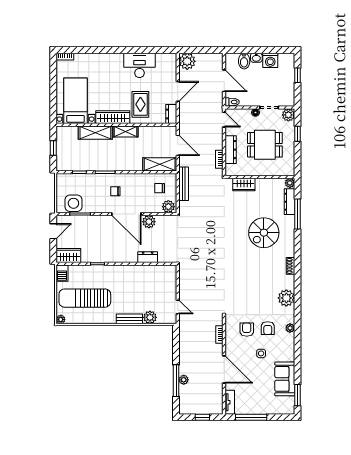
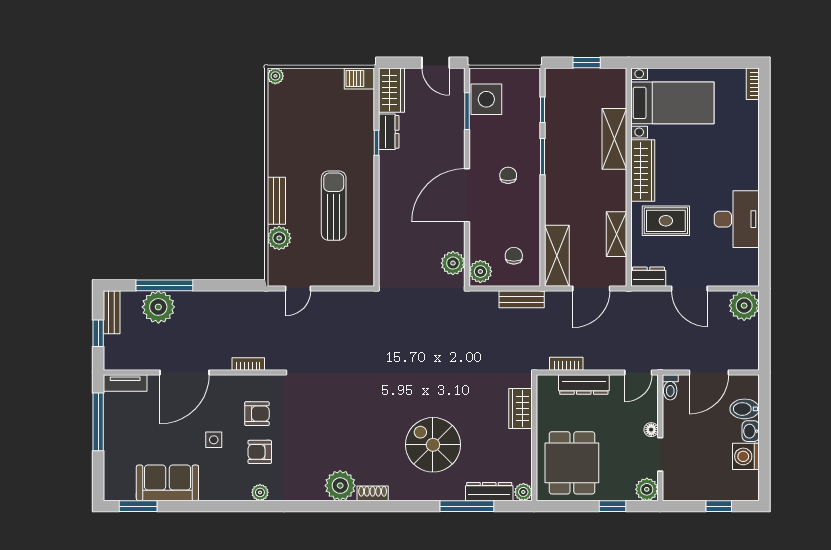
shelving: (125, 132) -> (617, 234), moved
dining table: (265, 145) -> (572, 463), moved
bench: (184, 184) -> (522, 299), width x0.73
plant: (149, 222) -> (453, 263), moved
dresser: (148, 257) -> (389, 132), moved
sun lounger: (85, 298) -> (334, 206), moved, width x0.73, depth x0.75
plant: (286, 298) -> (340, 486), moved
plant: (184, 380) -> (158, 307), width x1.88, depth x1.88
bench: (191, 410) -> (112, 312), added

